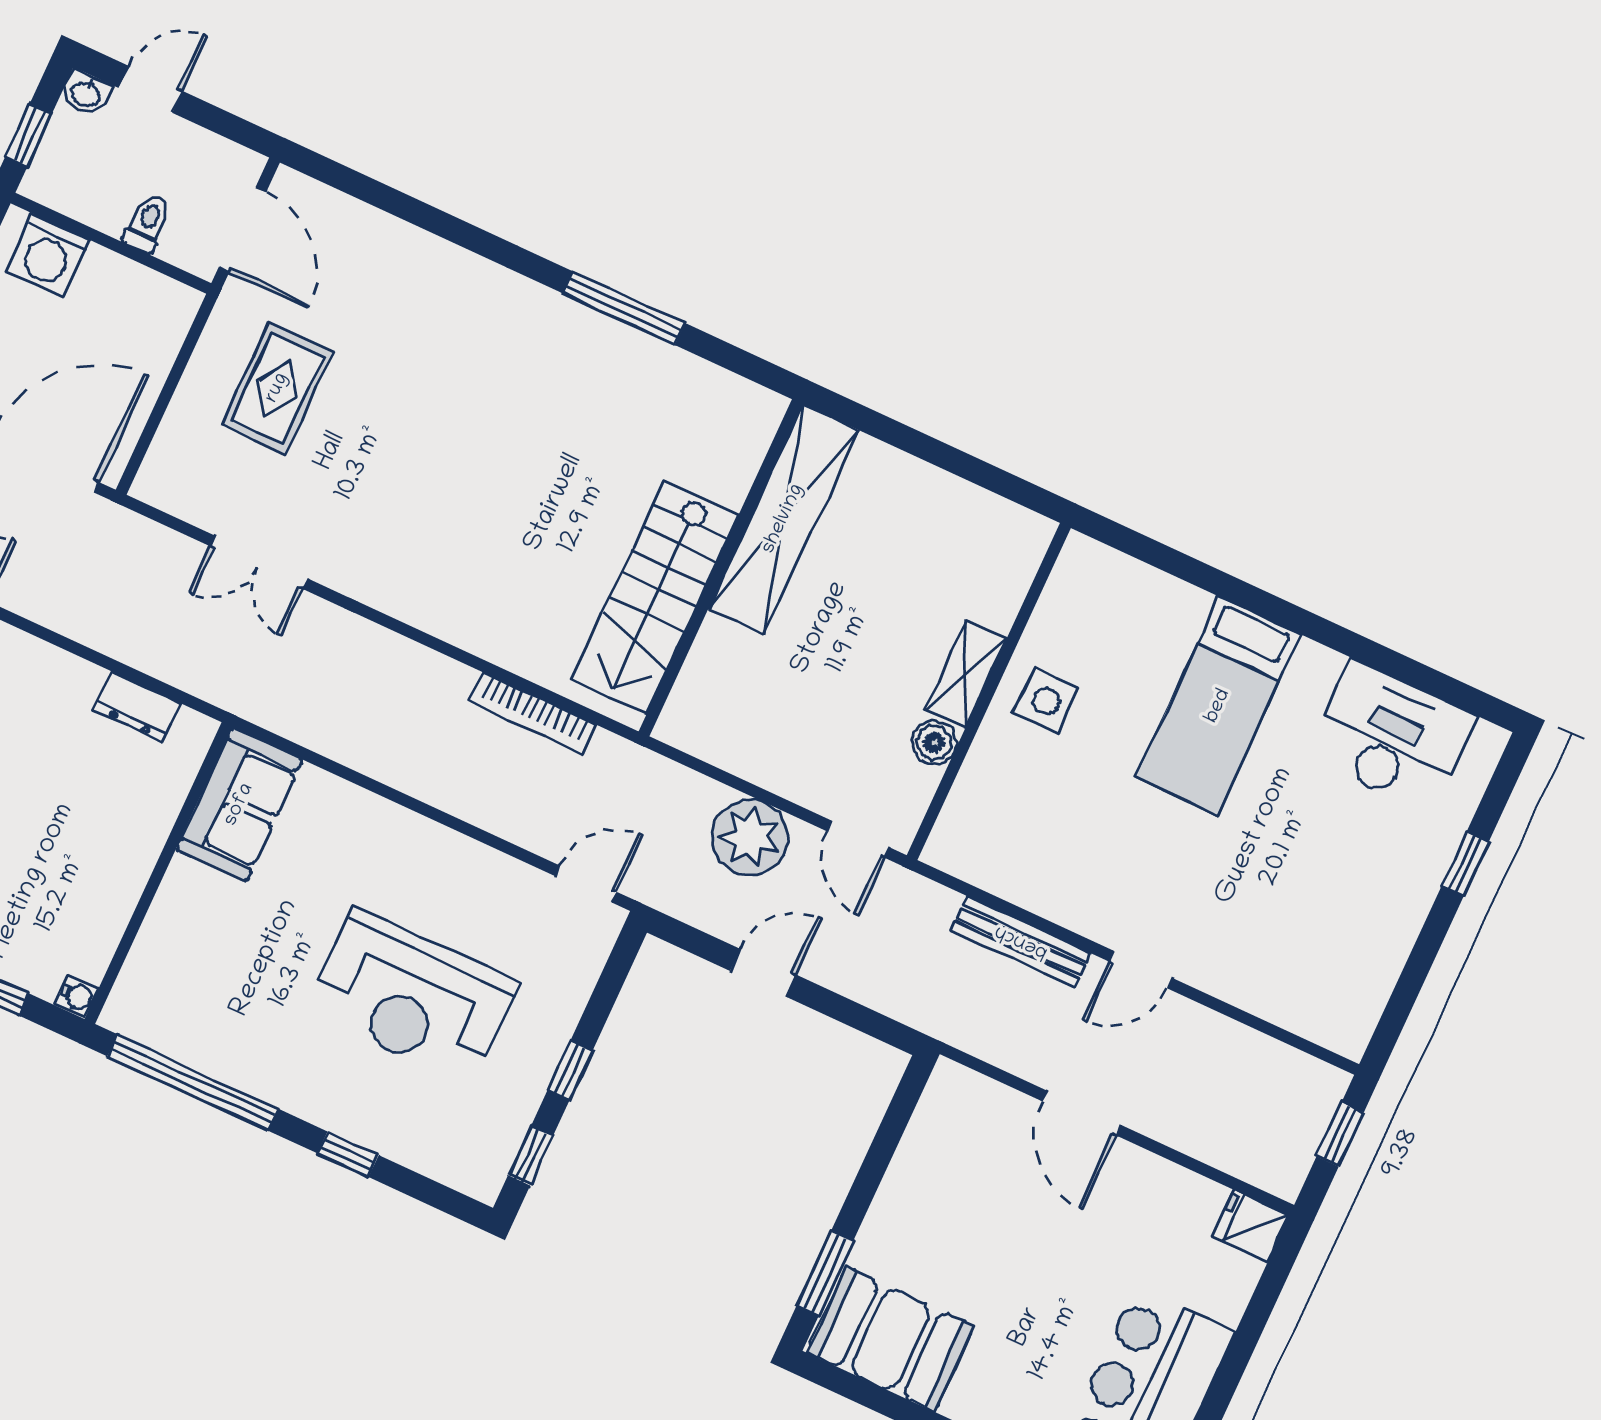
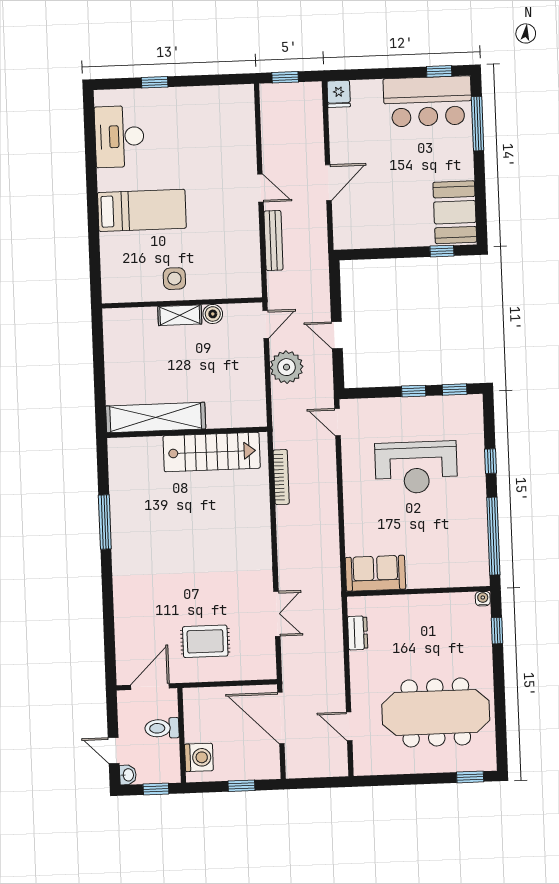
toilet: (147, 223) -> (162, 728), width x1.37, depth x1.39
reception desk: (412, 997) -> (416, 467), turned 90
window: (825, 1273) -> (442, 251), width x0.67

